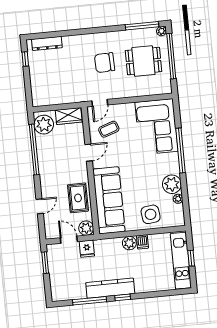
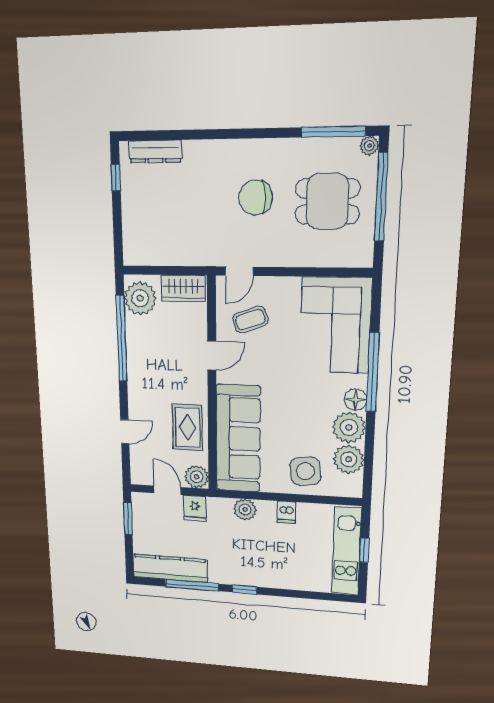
floor lamp: (173, 167) -> (356, 400), added
plant: (178, 199) -> (349, 459), width x1.87, depth x1.87
plant: (129, 243) -> (245, 509), moved
kitchen counter: (110, 288) -> (170, 568), moved

